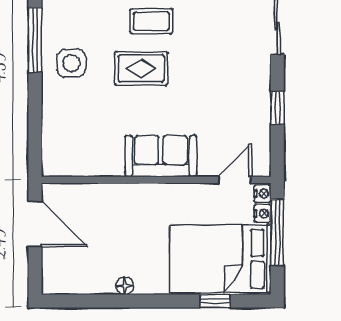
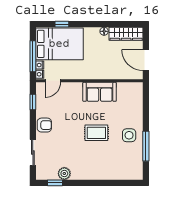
coffee table: (151, 21) -> (92, 155), removed
armchair: (253, 85) -> (44, 125), added
window: (277, 108) -> (33, 102), moved
sofa: (161, 156) -> (100, 92), moved
wardrobe: (78, 281) -> (126, 34), added

